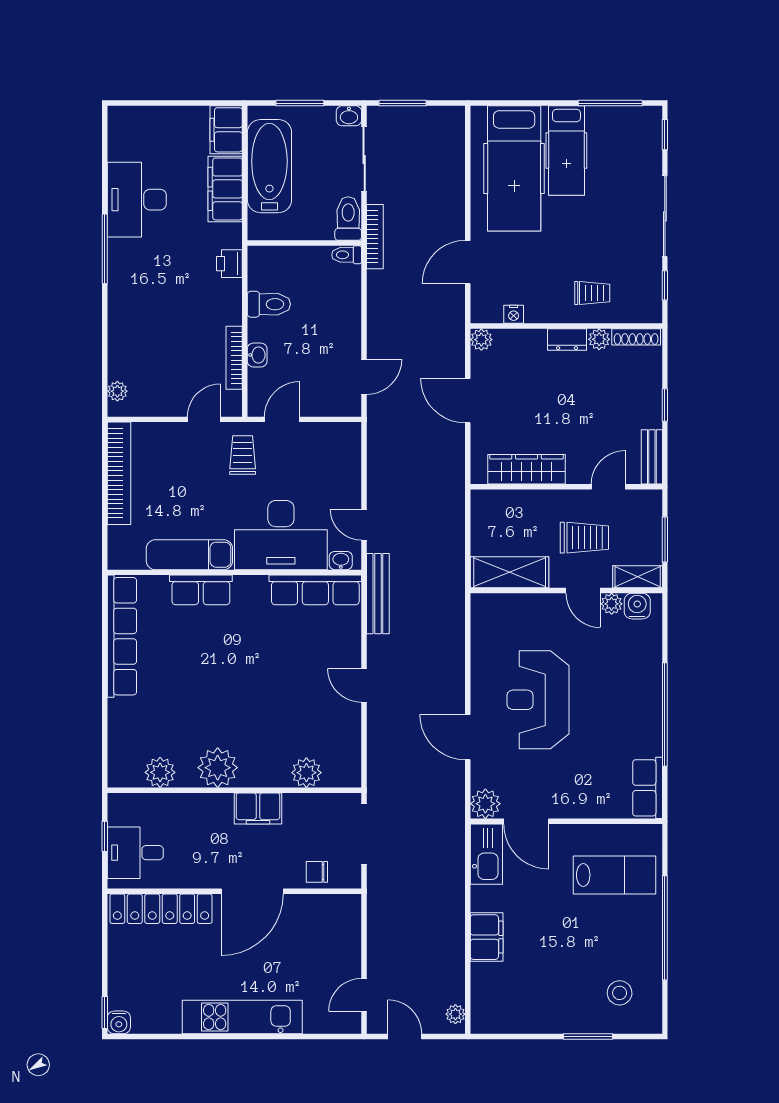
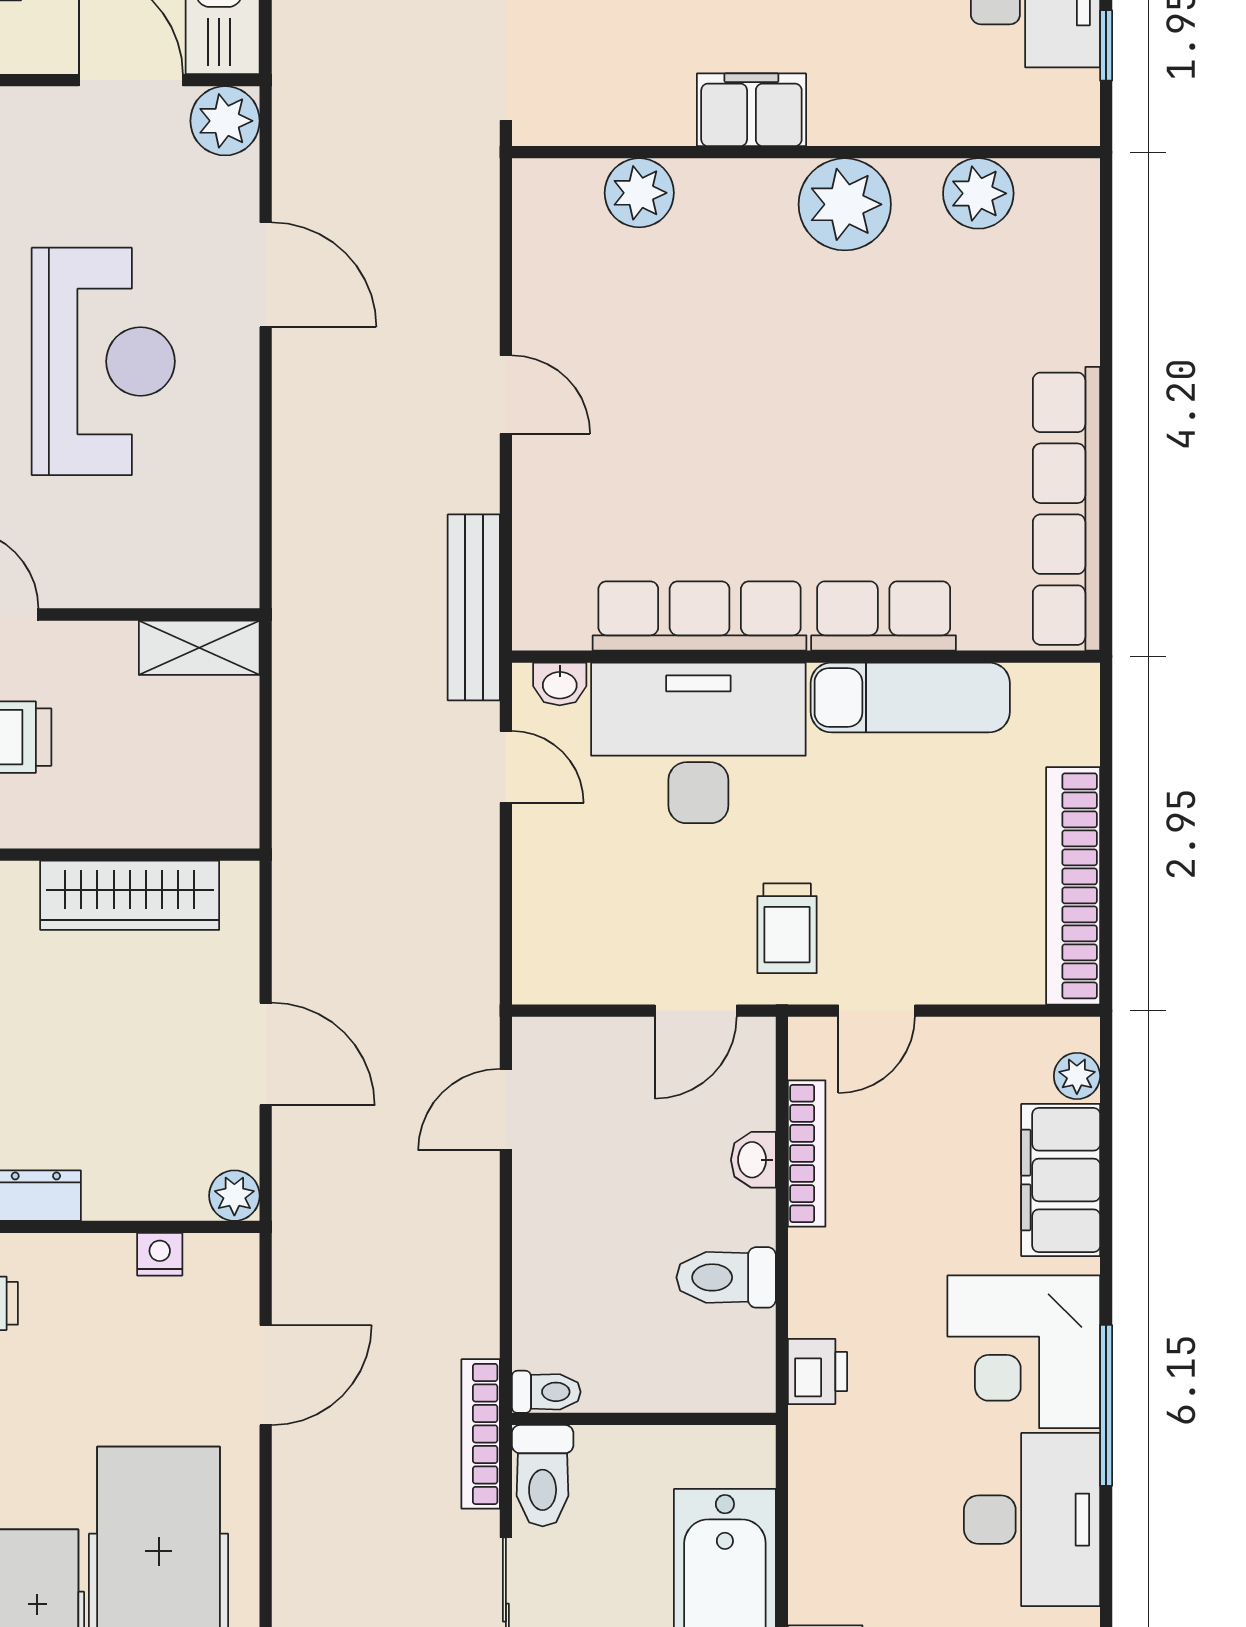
filing cabinet: (225, 189) -> (1061, 1180), moved, turned 180
corner desk: (140, 272) -> (1024, 1352), added
shelving: (510, 572) -> (199, 648), width x0.67, depth x0.75
row of seats: (315, 590) -> (700, 616), moved

